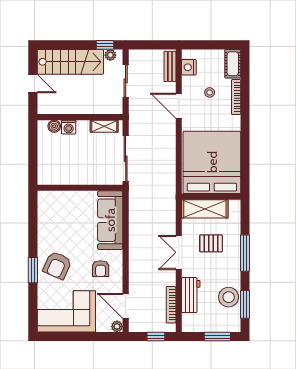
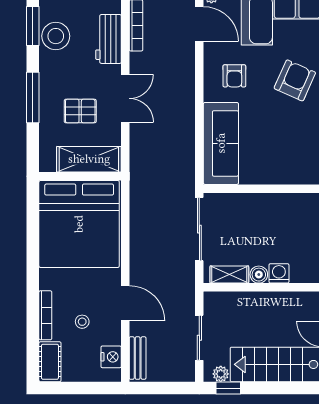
boiler: (54, 126) -> (259, 275), moved
armchair: (101, 269) -> (234, 76), turned 180

